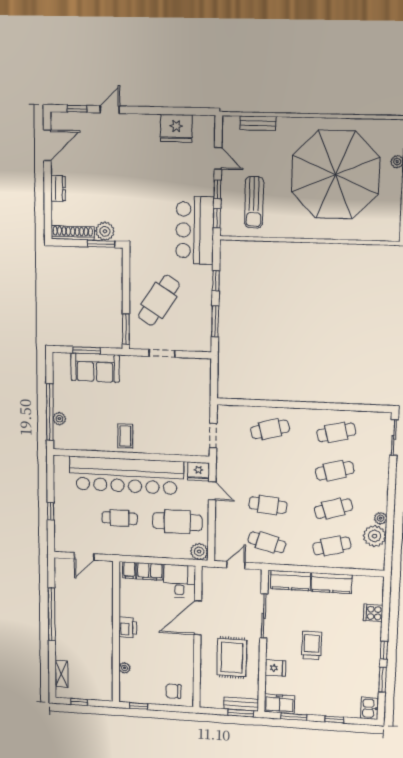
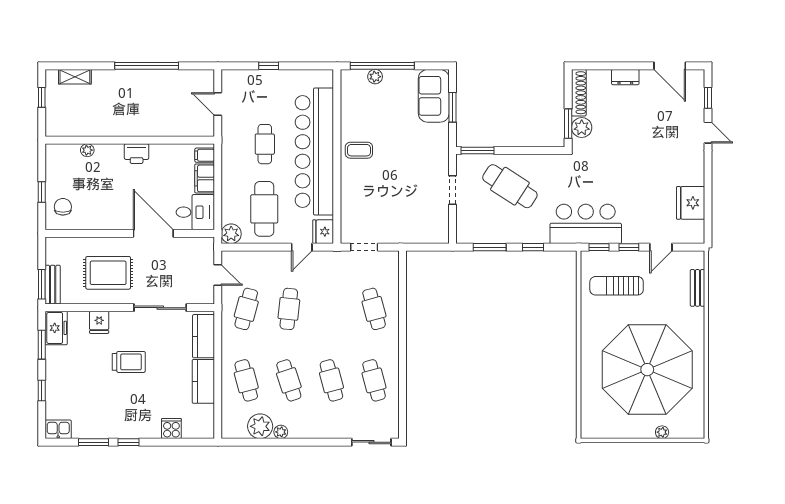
sofa: (95, 368) -> (434, 96), moved
window: (139, 706) -> (42, 192), moved

